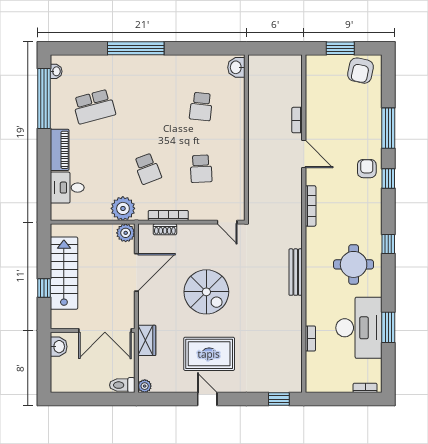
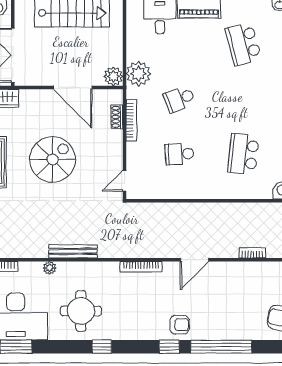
school desk: (201, 107) -> (243, 154), width x1.85
bookcase: (297, 120) -> (252, 253), moved
window: (388, 128) -> (221, 347), width x1.46
spiral stairs: (206, 292) -> (53, 159), turned 180
plant: (312, 295) -> (50, 268), added

